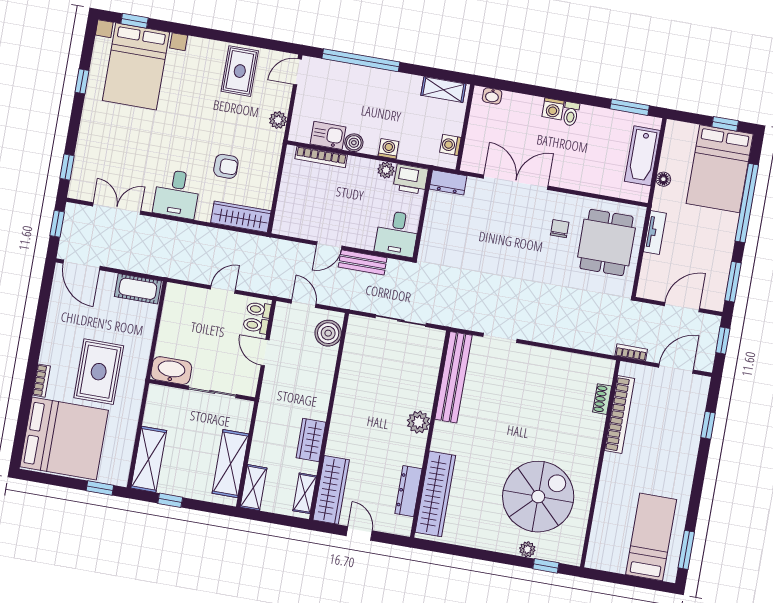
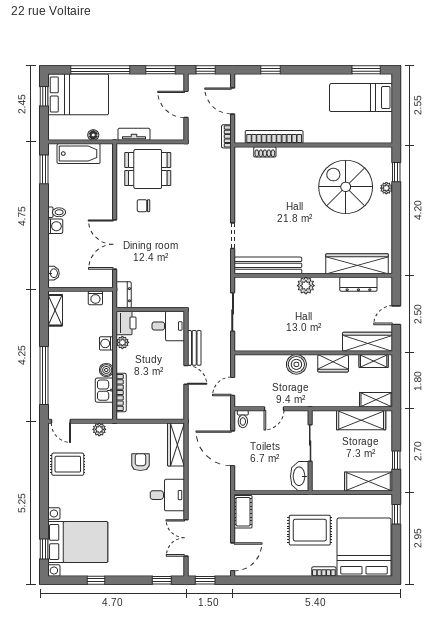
door: (223, 290) -> (233, 448), width x1.88
toilet: (256, 325) -> (255, 419), removed
boiler: (328, 333) -> (296, 364), moved

